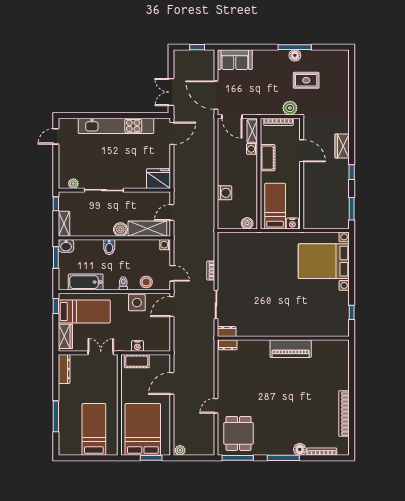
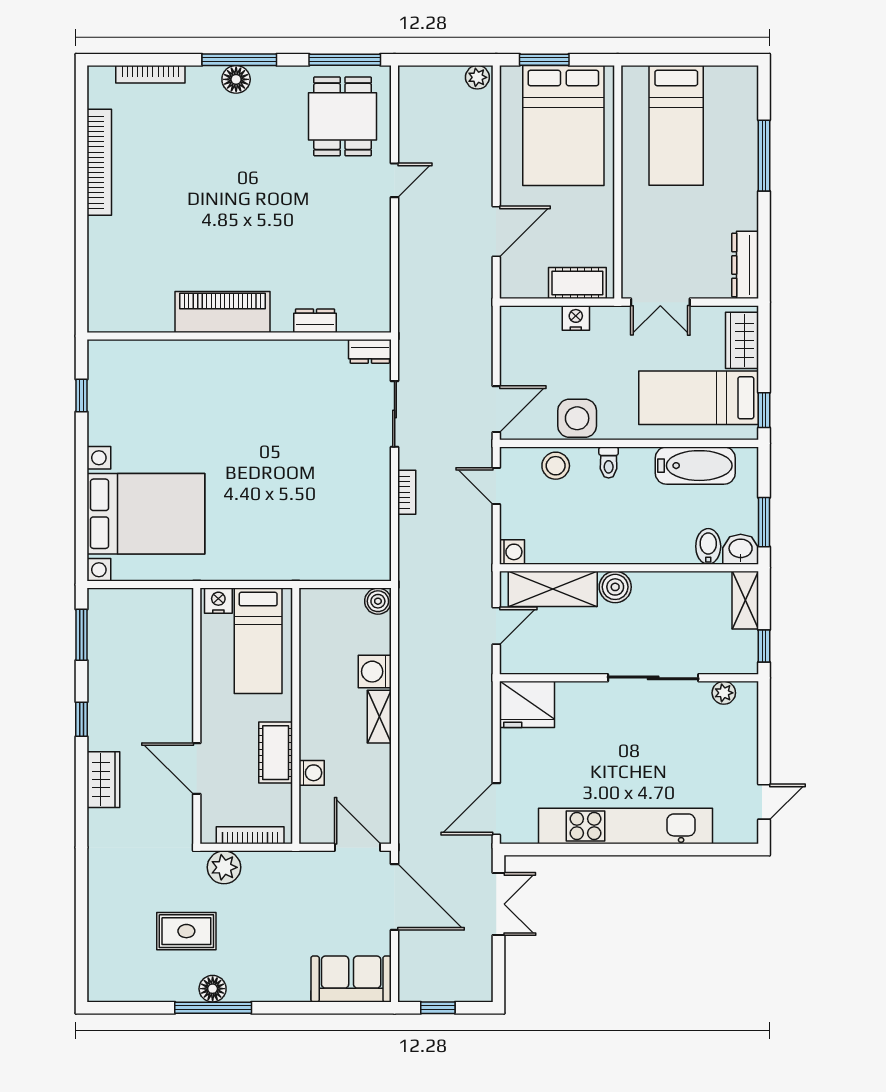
shelving: (252, 131) -> (379, 717), moved
boiler: (247, 223) -> (378, 601), moved
bidet: (109, 247) -> (708, 546), moved
dresser: (228, 345) -> (315, 321), moved
floor lamp: (300, 449) -> (236, 79), moved

